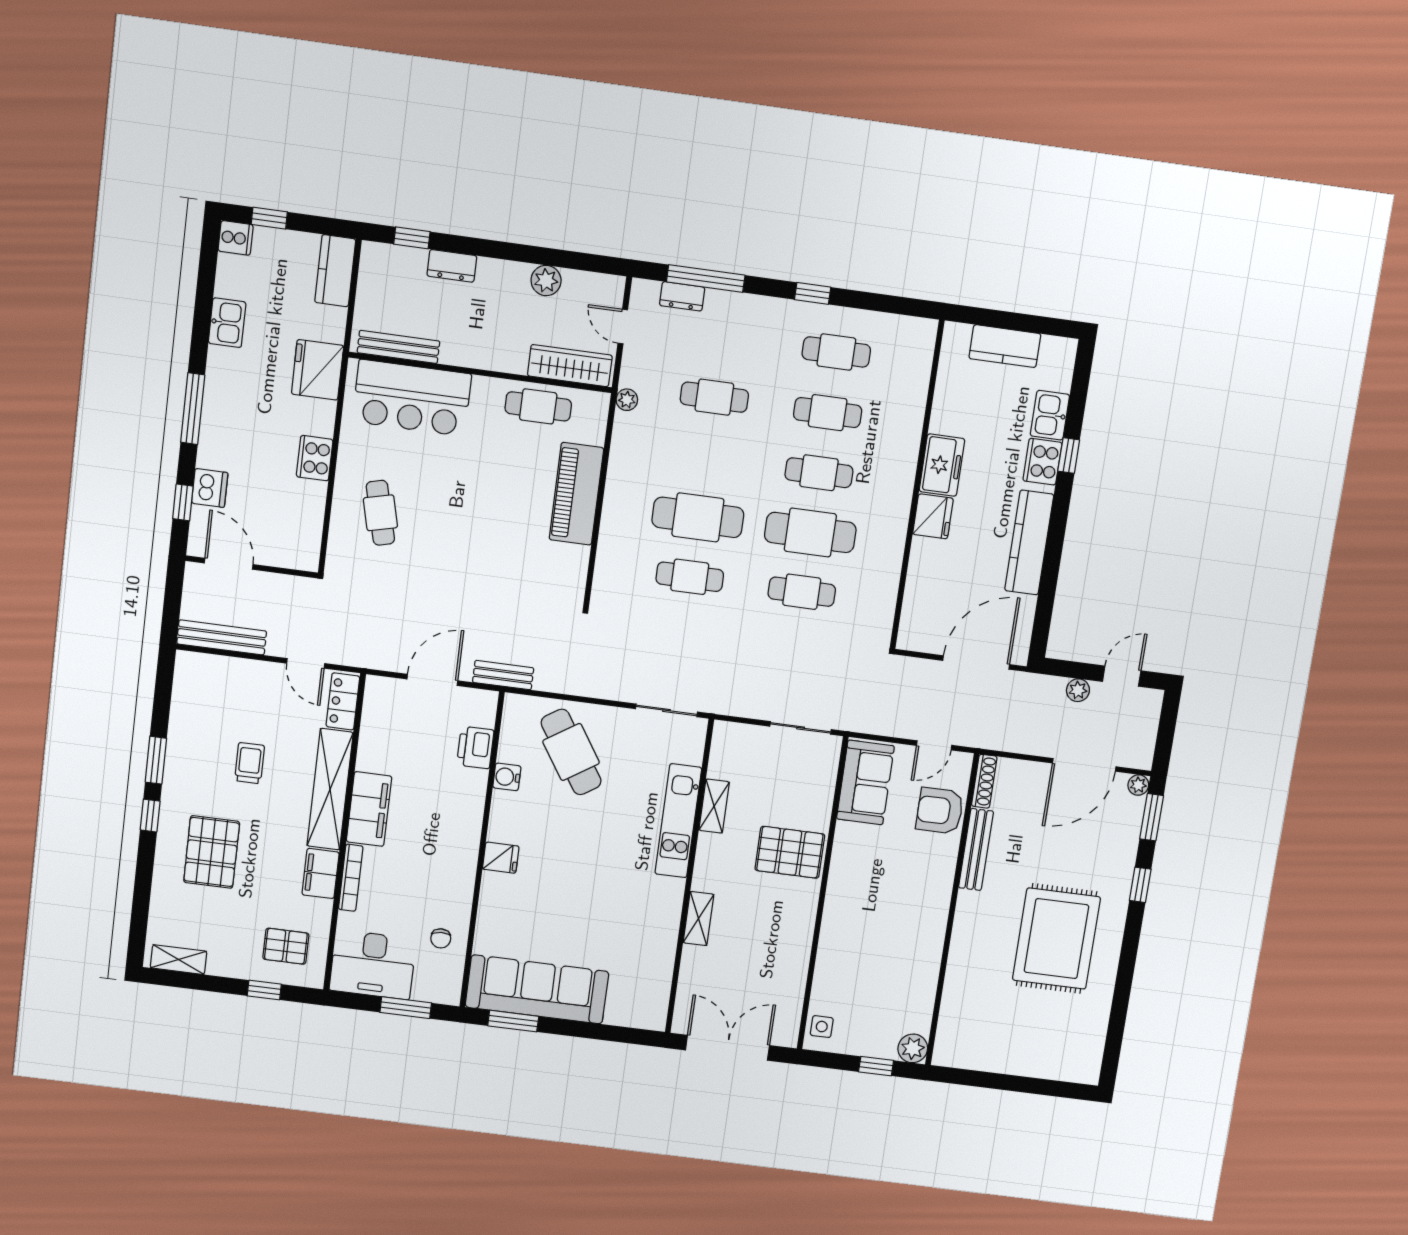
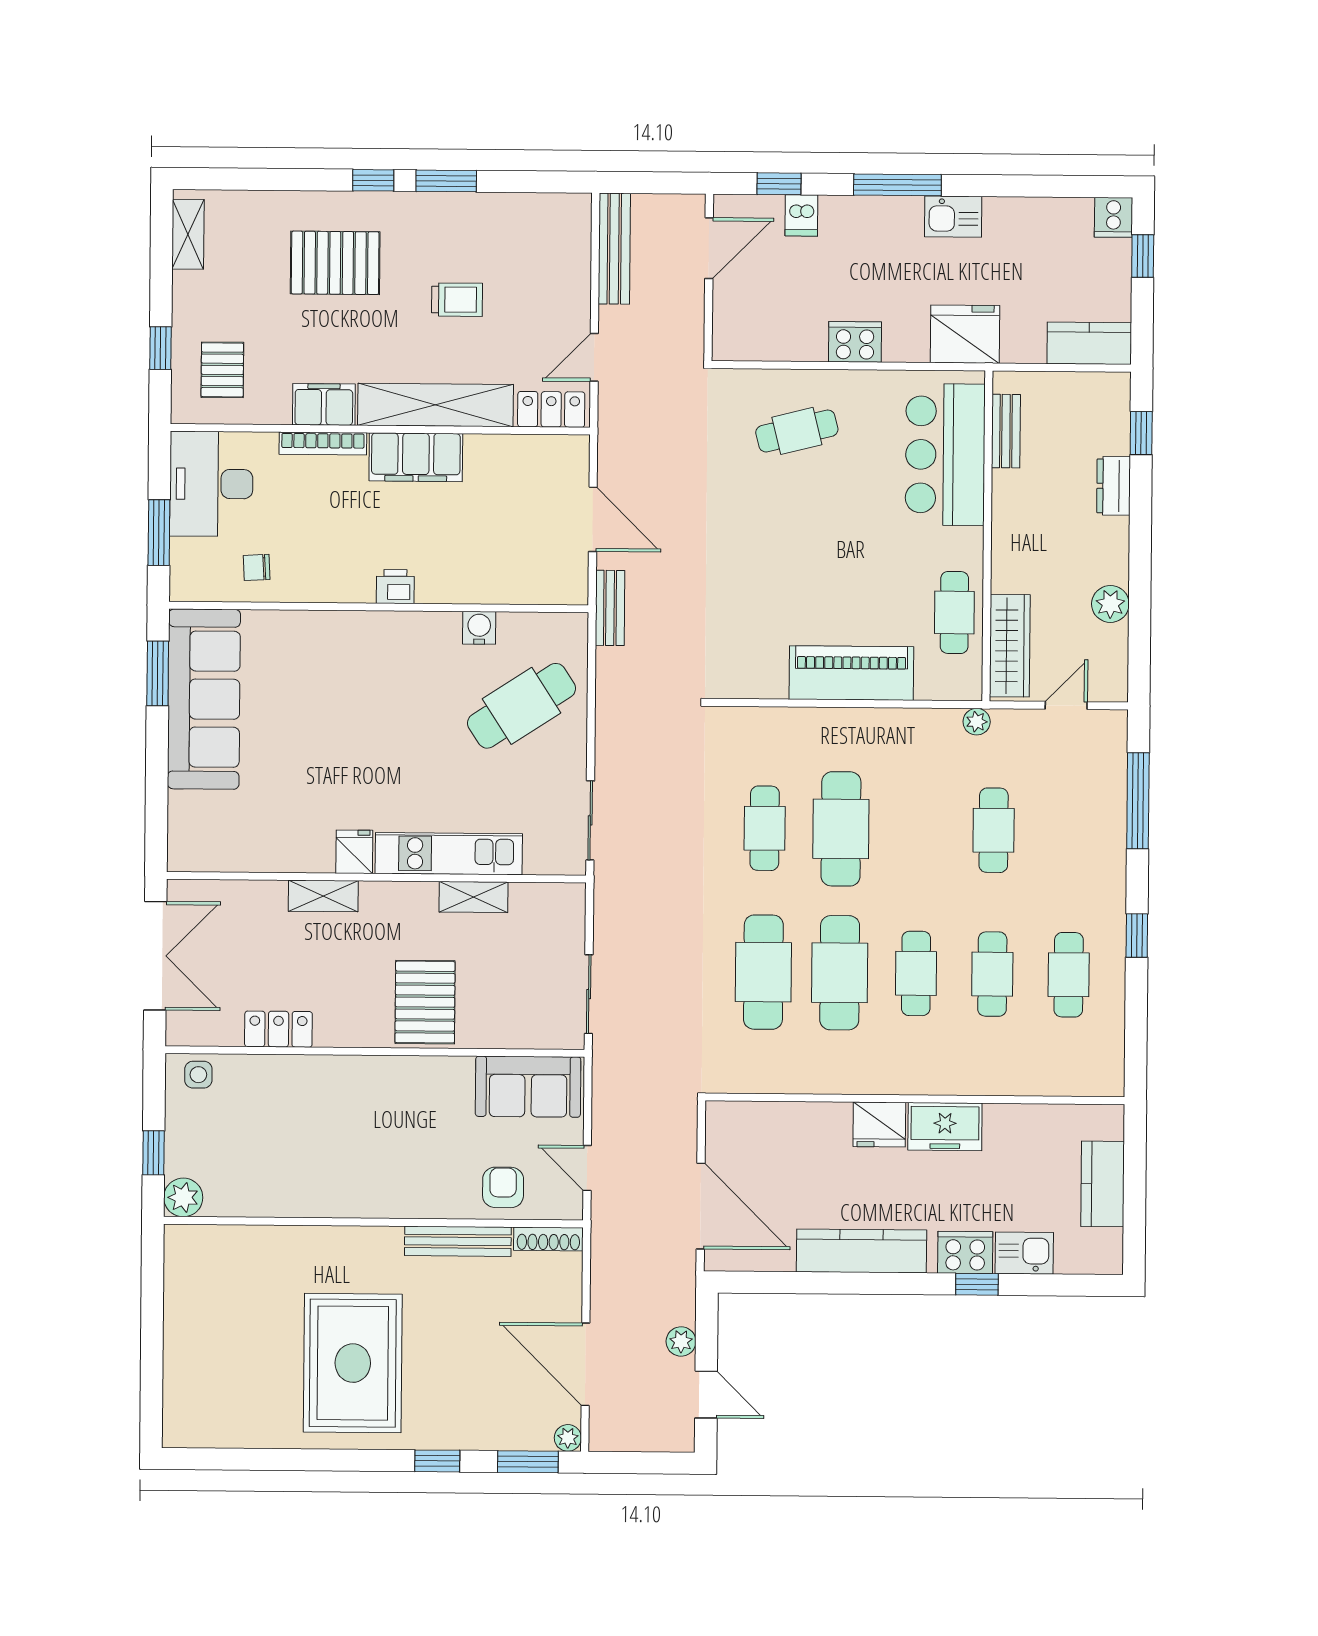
dresser: (682, 296) -> (1112, 774), removed
kitchen sink: (227, 323) -> (953, 217), moved
bench: (398, 347) -> (1006, 431), width x0.73
dishwasher: (210, 488) -> (801, 215), width x0.73
cafe table: (802, 592) -> (763, 972), width x1.37, depth x1.35
printer: (475, 747) -> (395, 587), moved, width x0.73, depth x0.81
armchair: (940, 811) -> (503, 1187), width x0.72, depth x0.72
fridge: (501, 858) -> (354, 852), moved, turned 180
rug: (1056, 939) -> (353, 1363), turned 90
locker: (795, 964) -> (278, 1029), added

